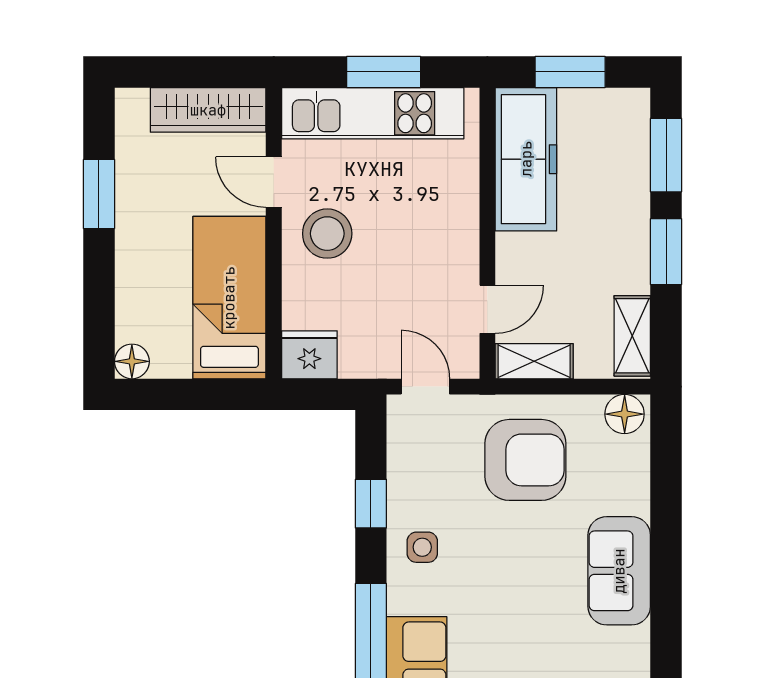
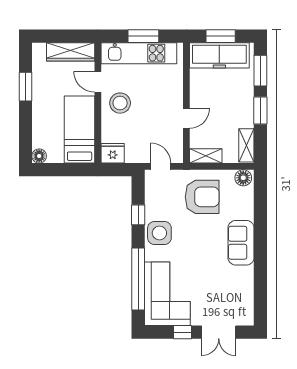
freezer: (526, 159) -> (219, 55), moved, turned 90
door: (487, 309) -> (186, 118), moved
side table: (422, 547) -> (159, 233), width x1.87, depth x1.87

